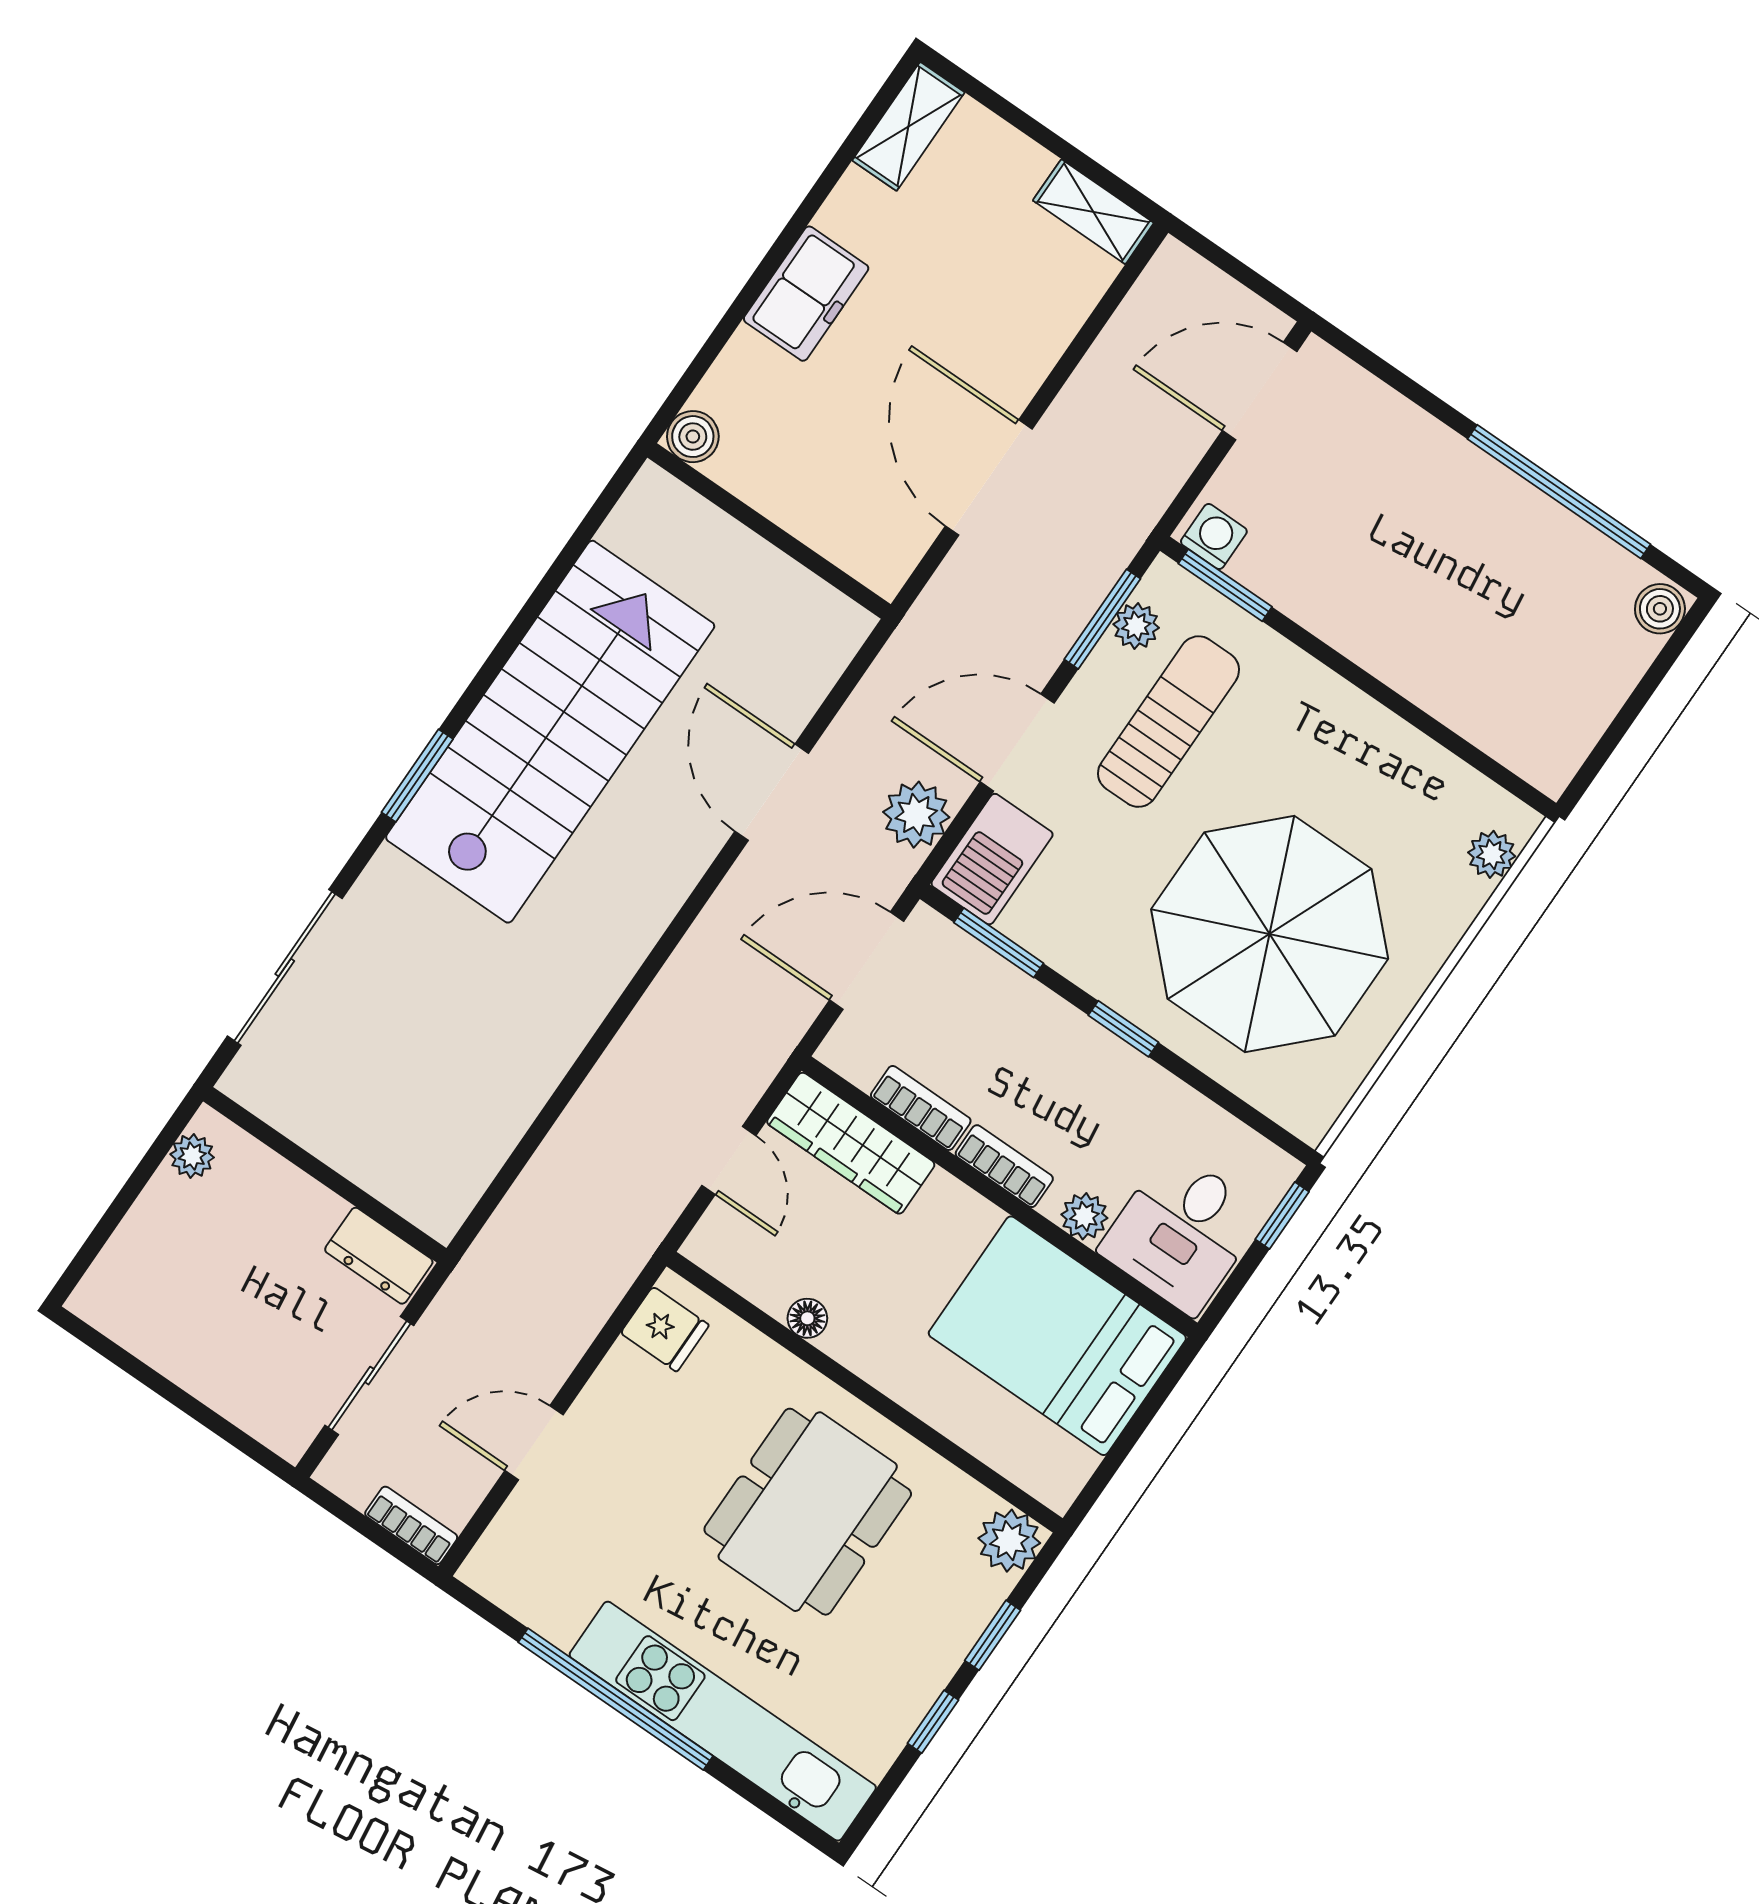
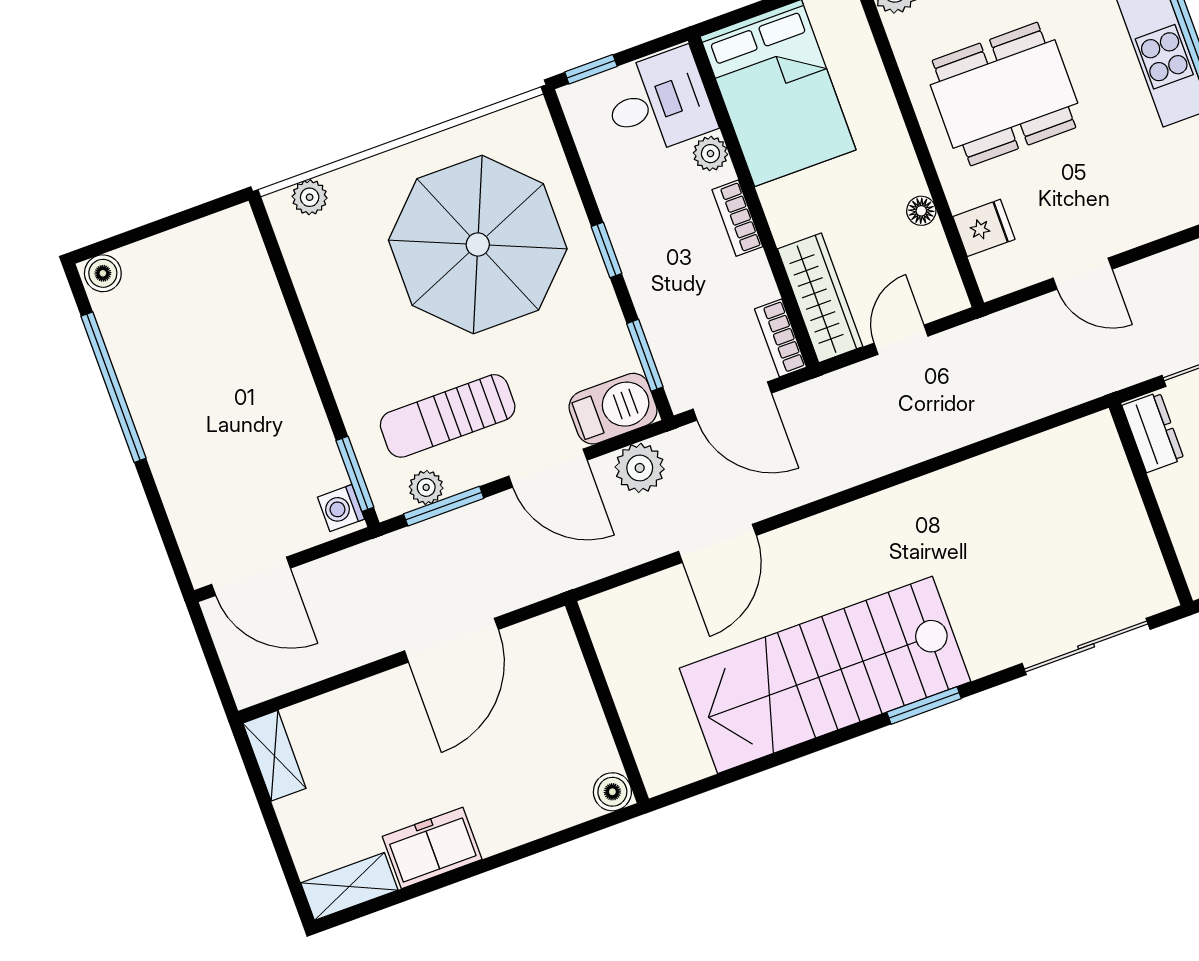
freezer: (806, 294) -> (432, 848), moved
bookcase: (921, 1108) -> (781, 338), moved
fridge: (665, 1329) -> (984, 228), moved, turned 90
door: (534, 1443) -> (1083, 274), moved

